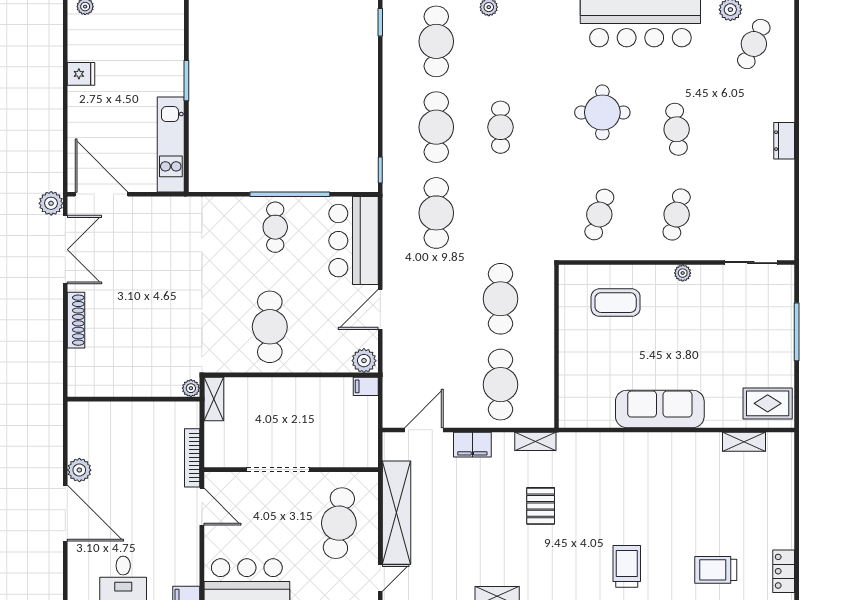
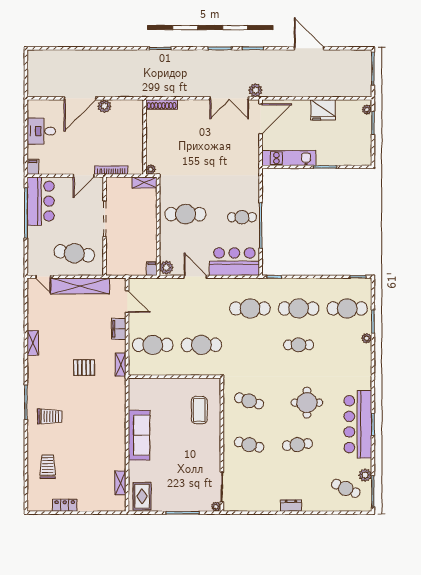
fridge: (81, 74) -> (323, 110), width x1.88, depth x1.34
plant: (683, 273) -> (216, 507), moved
shoe rack: (76, 320) -> (162, 104), moved
locker: (784, 571) -> (65, 505), moved

